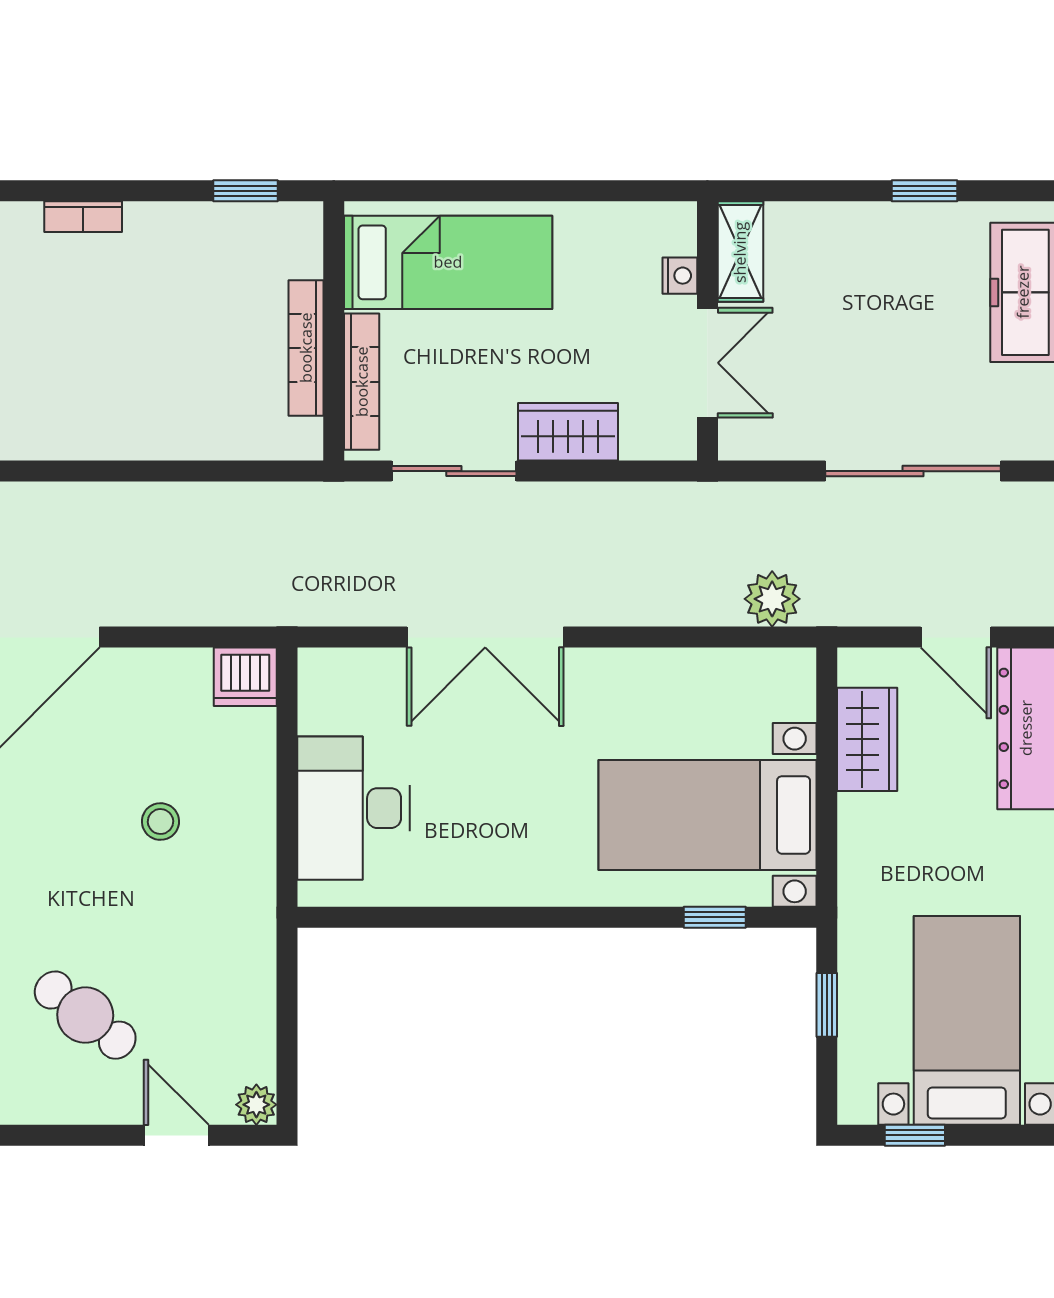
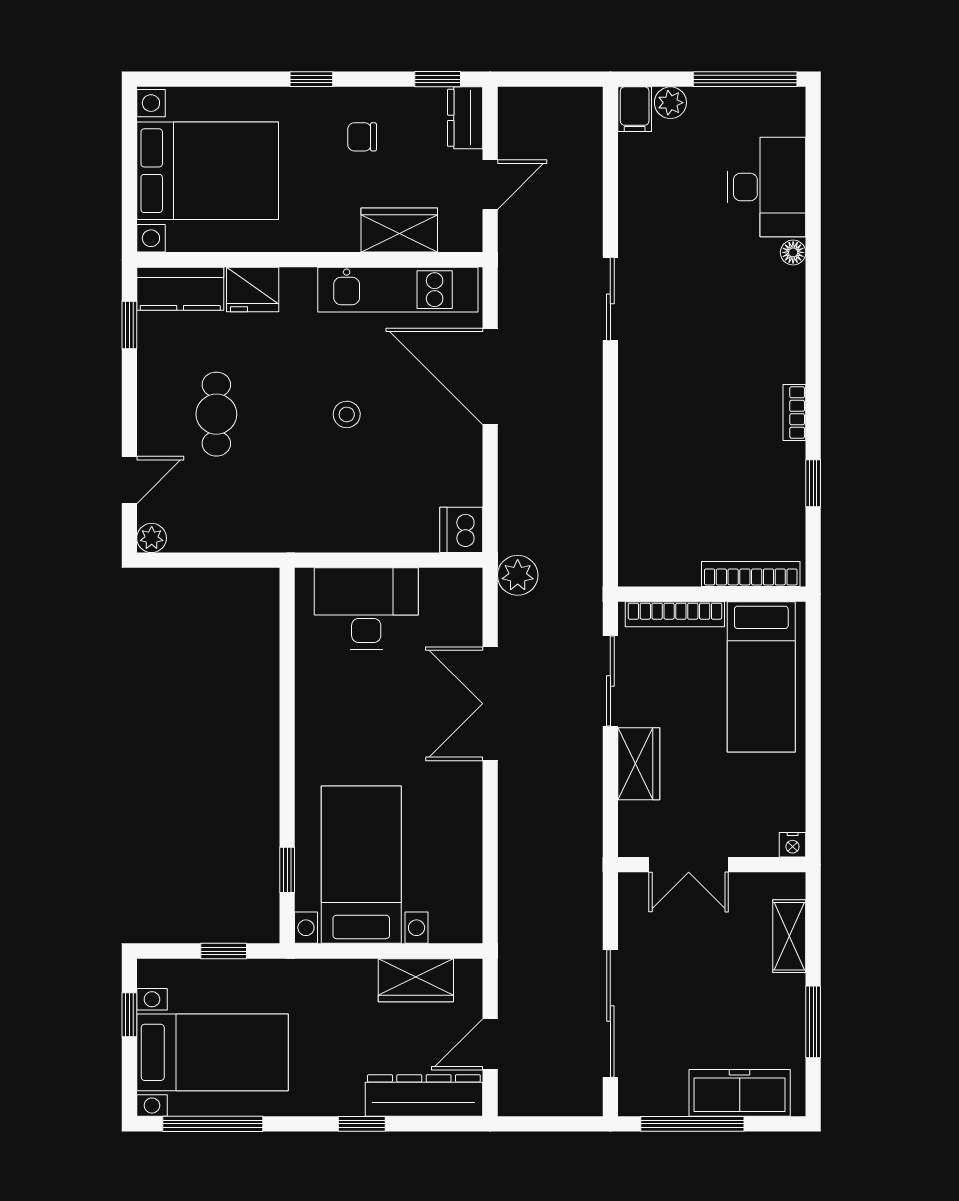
window: (245, 191) -> (813, 483), moved
window: (925, 191) -> (813, 1022), width x1.50
shelving: (740, 252) -> (789, 936), moved, turned 90
nightstand: (680, 276) -> (793, 845), moved
bookcase: (306, 348) -> (751, 574), moved
plant: (772, 599) -> (518, 575), moved
stool: (160, 822) -> (347, 414), moved
cafe table: (85, 1015) -> (216, 414), turned -38

